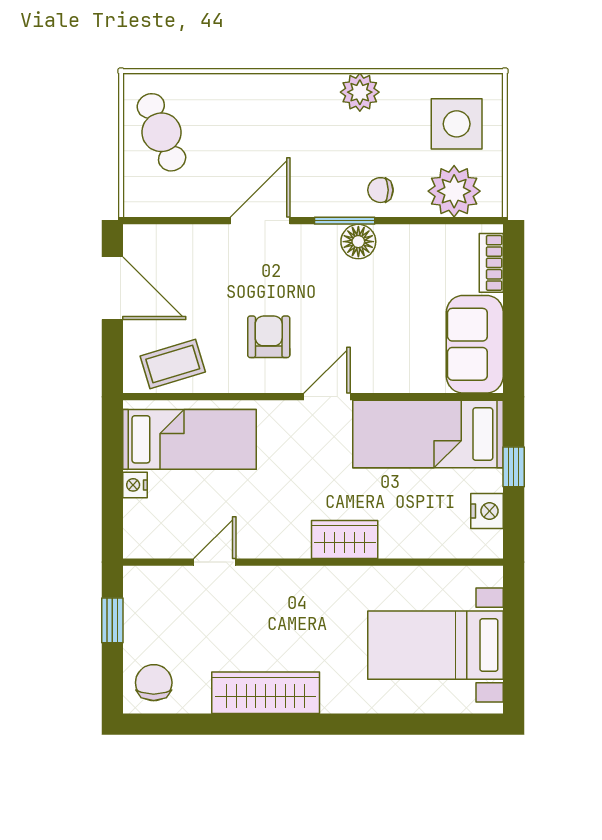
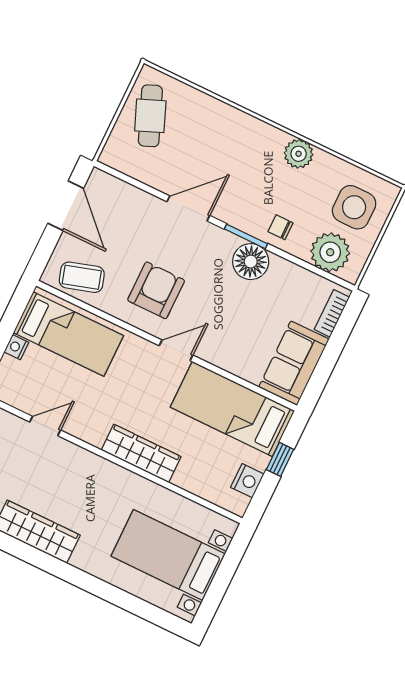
floor lamp: (358, 242) -> (251, 262), width x1.38, depth x1.38
armchair: (269, 337) -> (156, 290), width x1.38, depth x1.38
wardrobe: (345, 540) -> (141, 453), width x1.50

